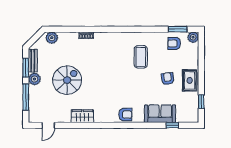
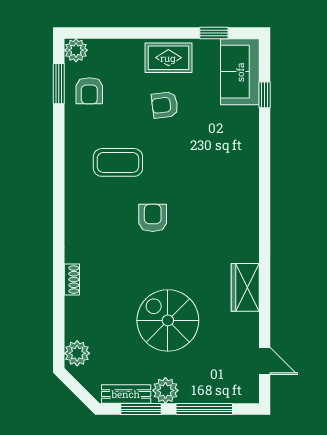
sofa: (160, 114) -> (240, 72), moved
armchair: (125, 115) -> (153, 218), moved

